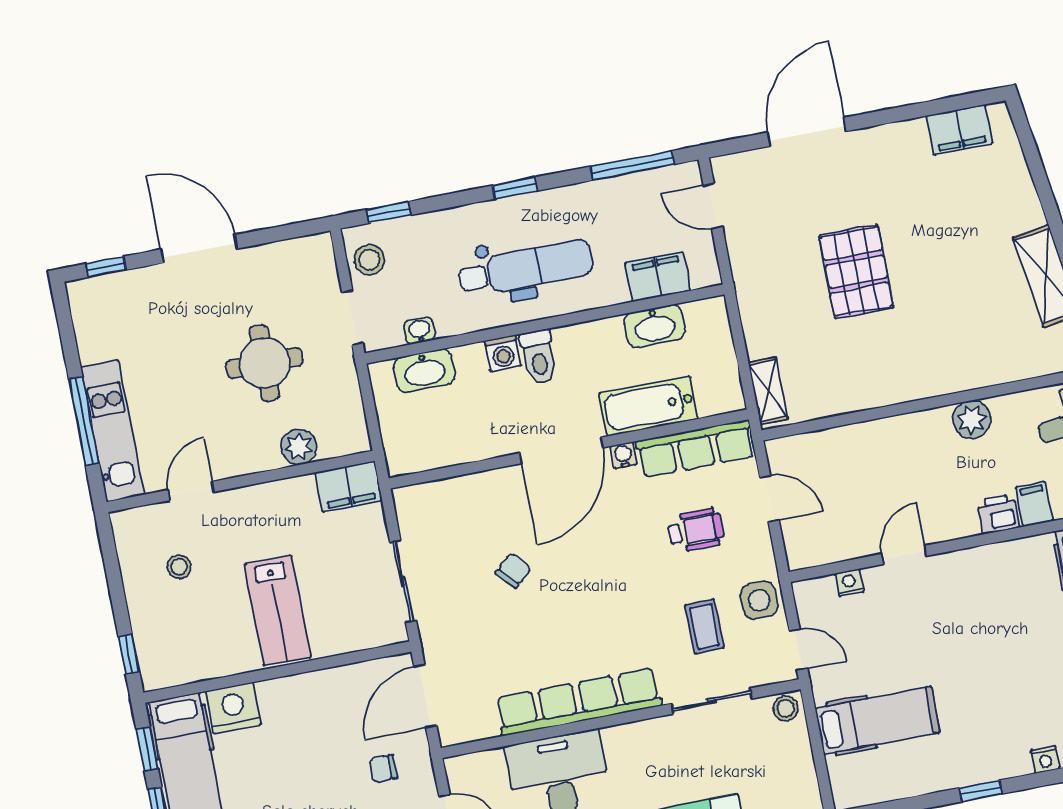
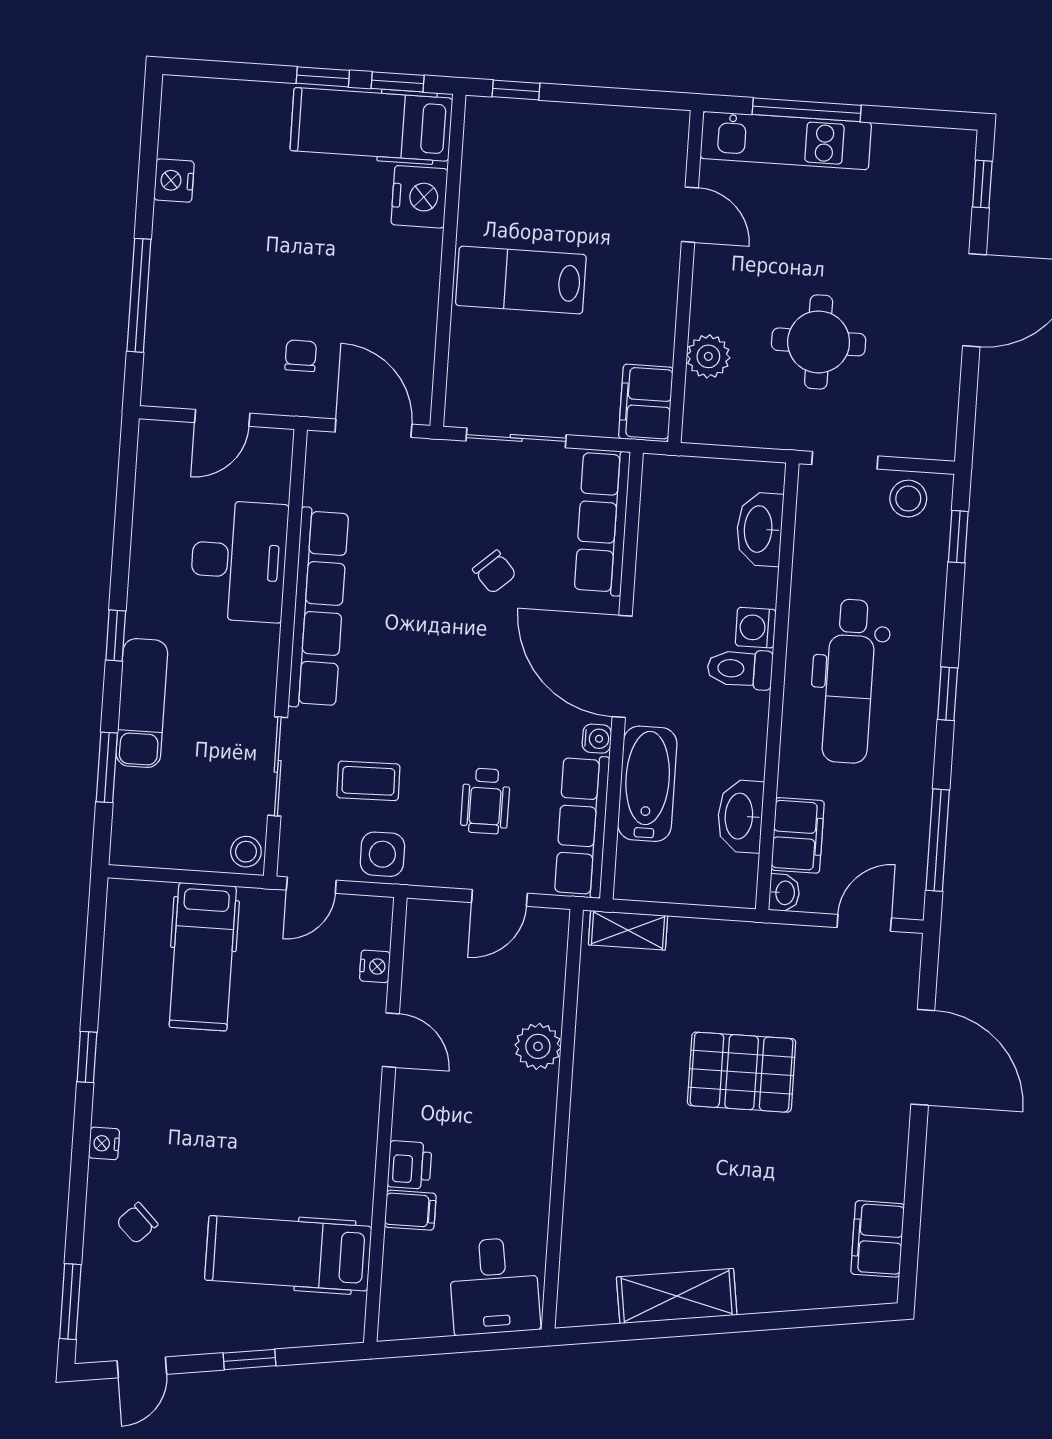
washbasin: (420, 331) -> (784, 893), moved
plant: (972, 420) -> (538, 1046), moved
row of seats: (452, 496) -> (602, 522), added
stool: (179, 567) -> (604, 177), removed

